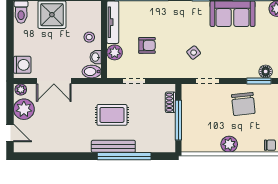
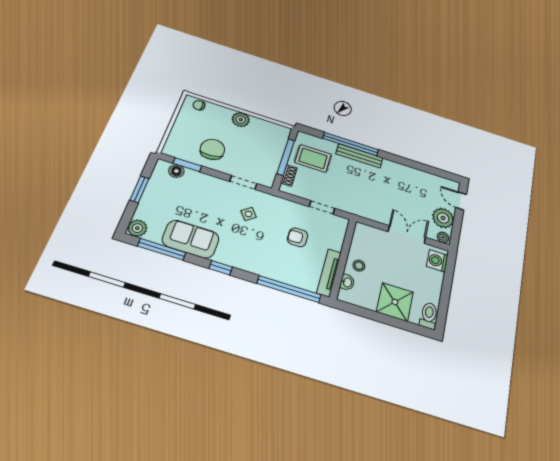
plant: (115, 52) -> (335, 242), removed
washbasin: (96, 57) -> (347, 282), moved
bidet: (92, 72) -> (365, 231), removed
rug: (112, 115) -> (313, 158), moved

